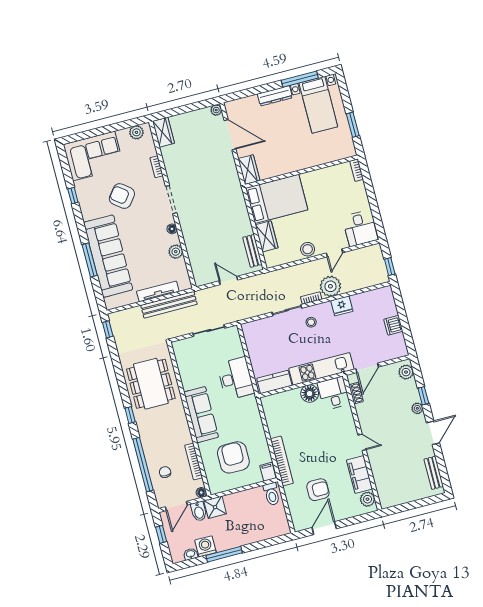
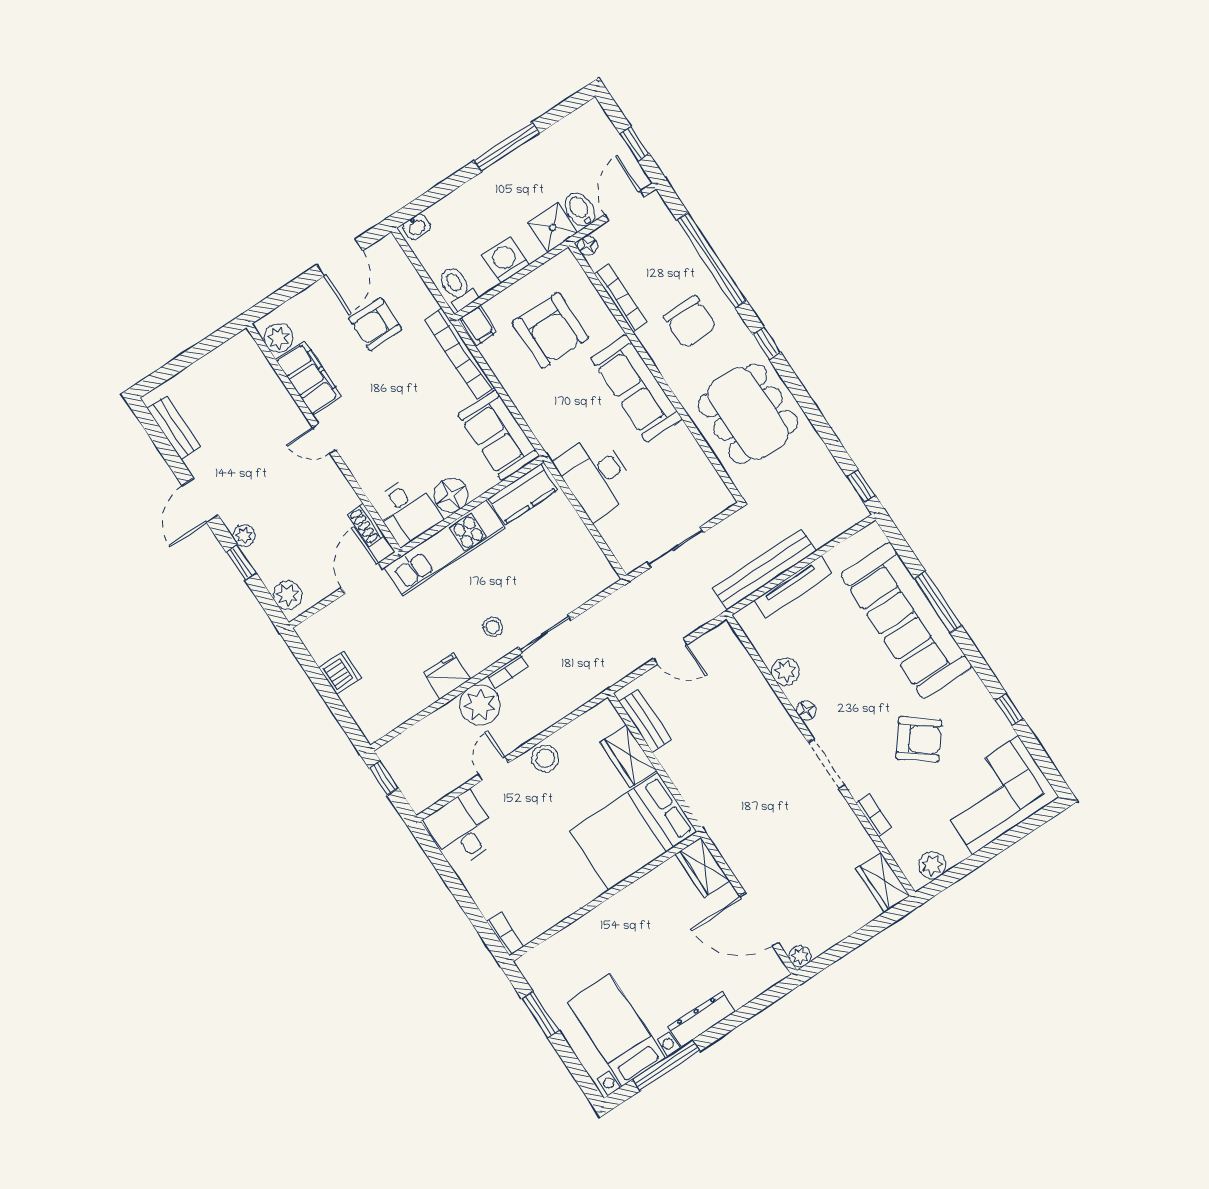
sofa: (276, 415) -> (499, 435), added
chair: (165, 472) -> (690, 322), moved, width x1.87, depth x1.87
washing machine: (205, 546) -> (506, 260), moved, turned 180
washbasin: (191, 554) -> (417, 227), moved

